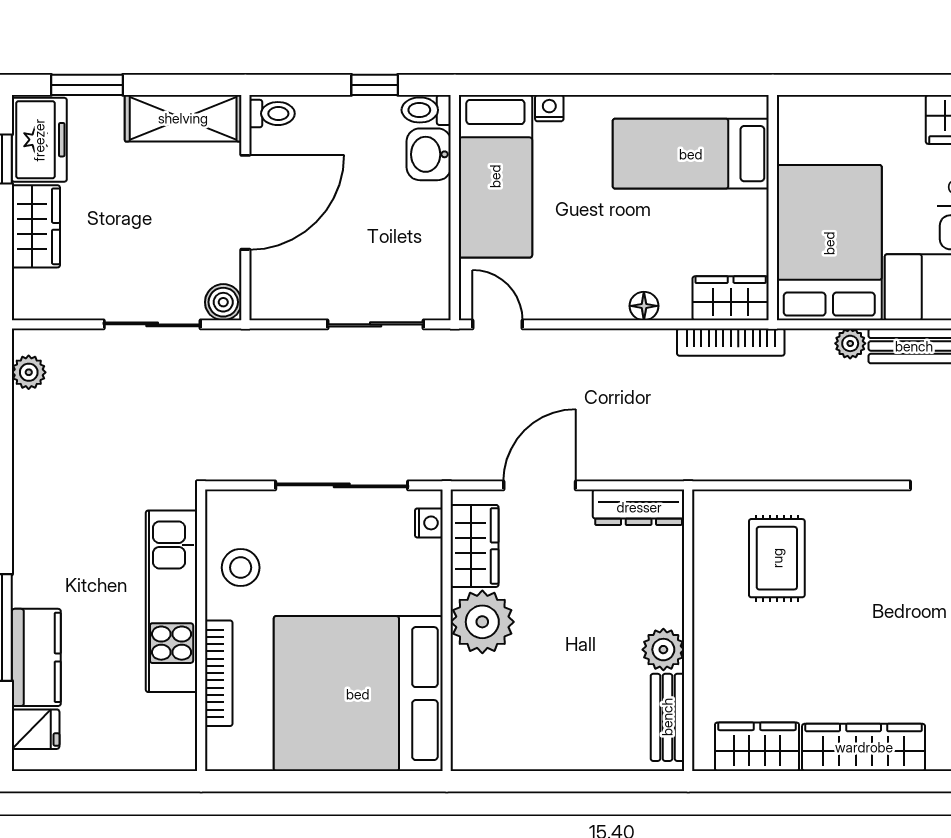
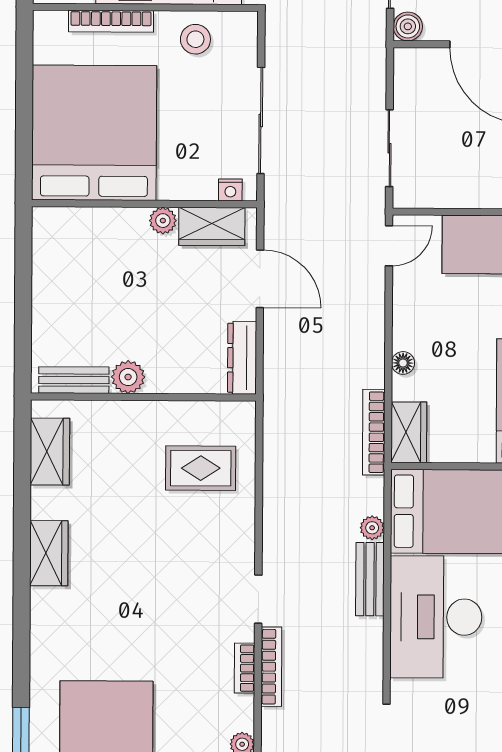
plant: (482, 622) -> (163, 221), width x0.53, depth x0.53
wardrobe: (864, 747) -> (49, 553), width x0.67

